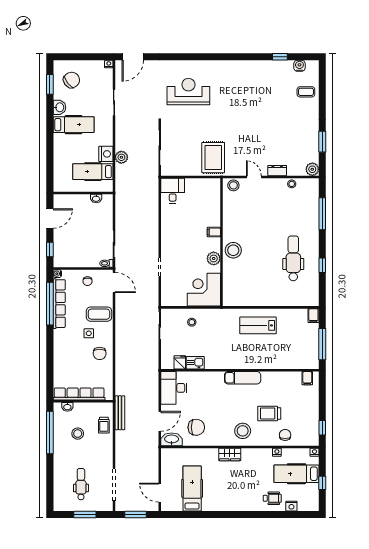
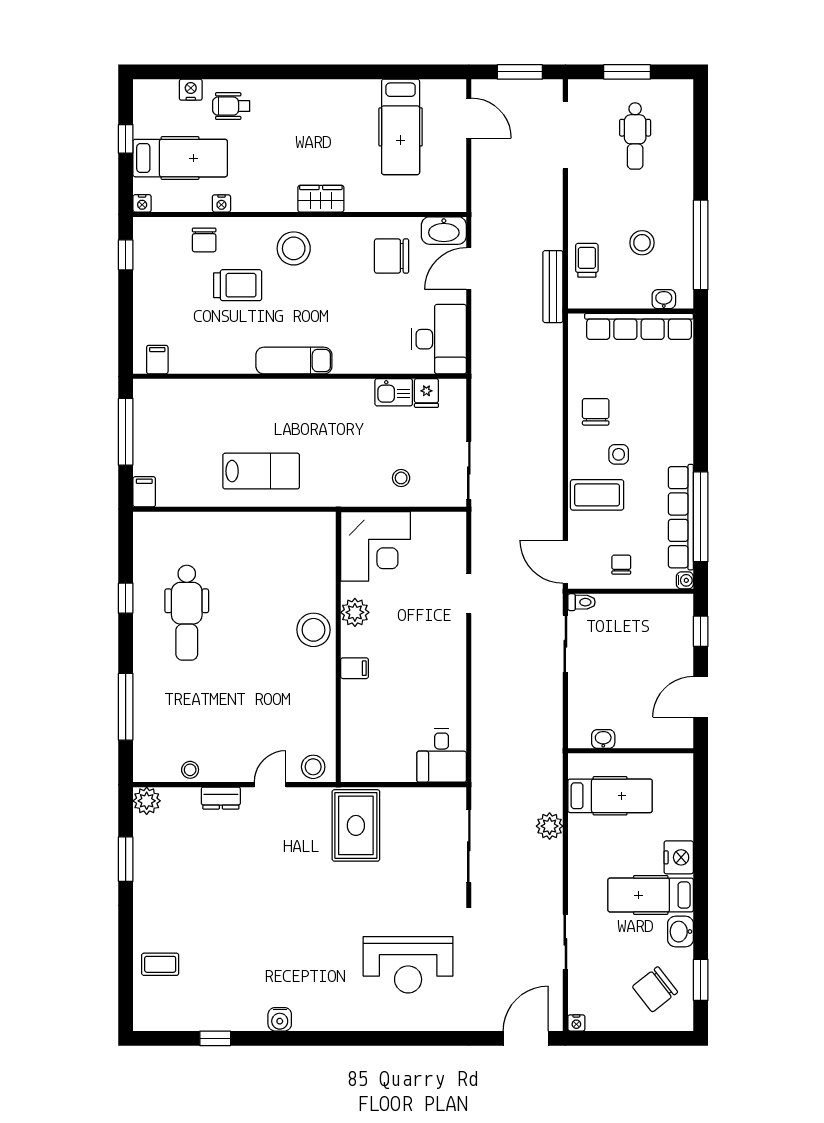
water cooler: (299, 66) -> (280, 1019), moved
nightstand: (106, 154) -> (679, 857), moved, turned 180
door: (254, 177) -> (270, 785), swing flipped

